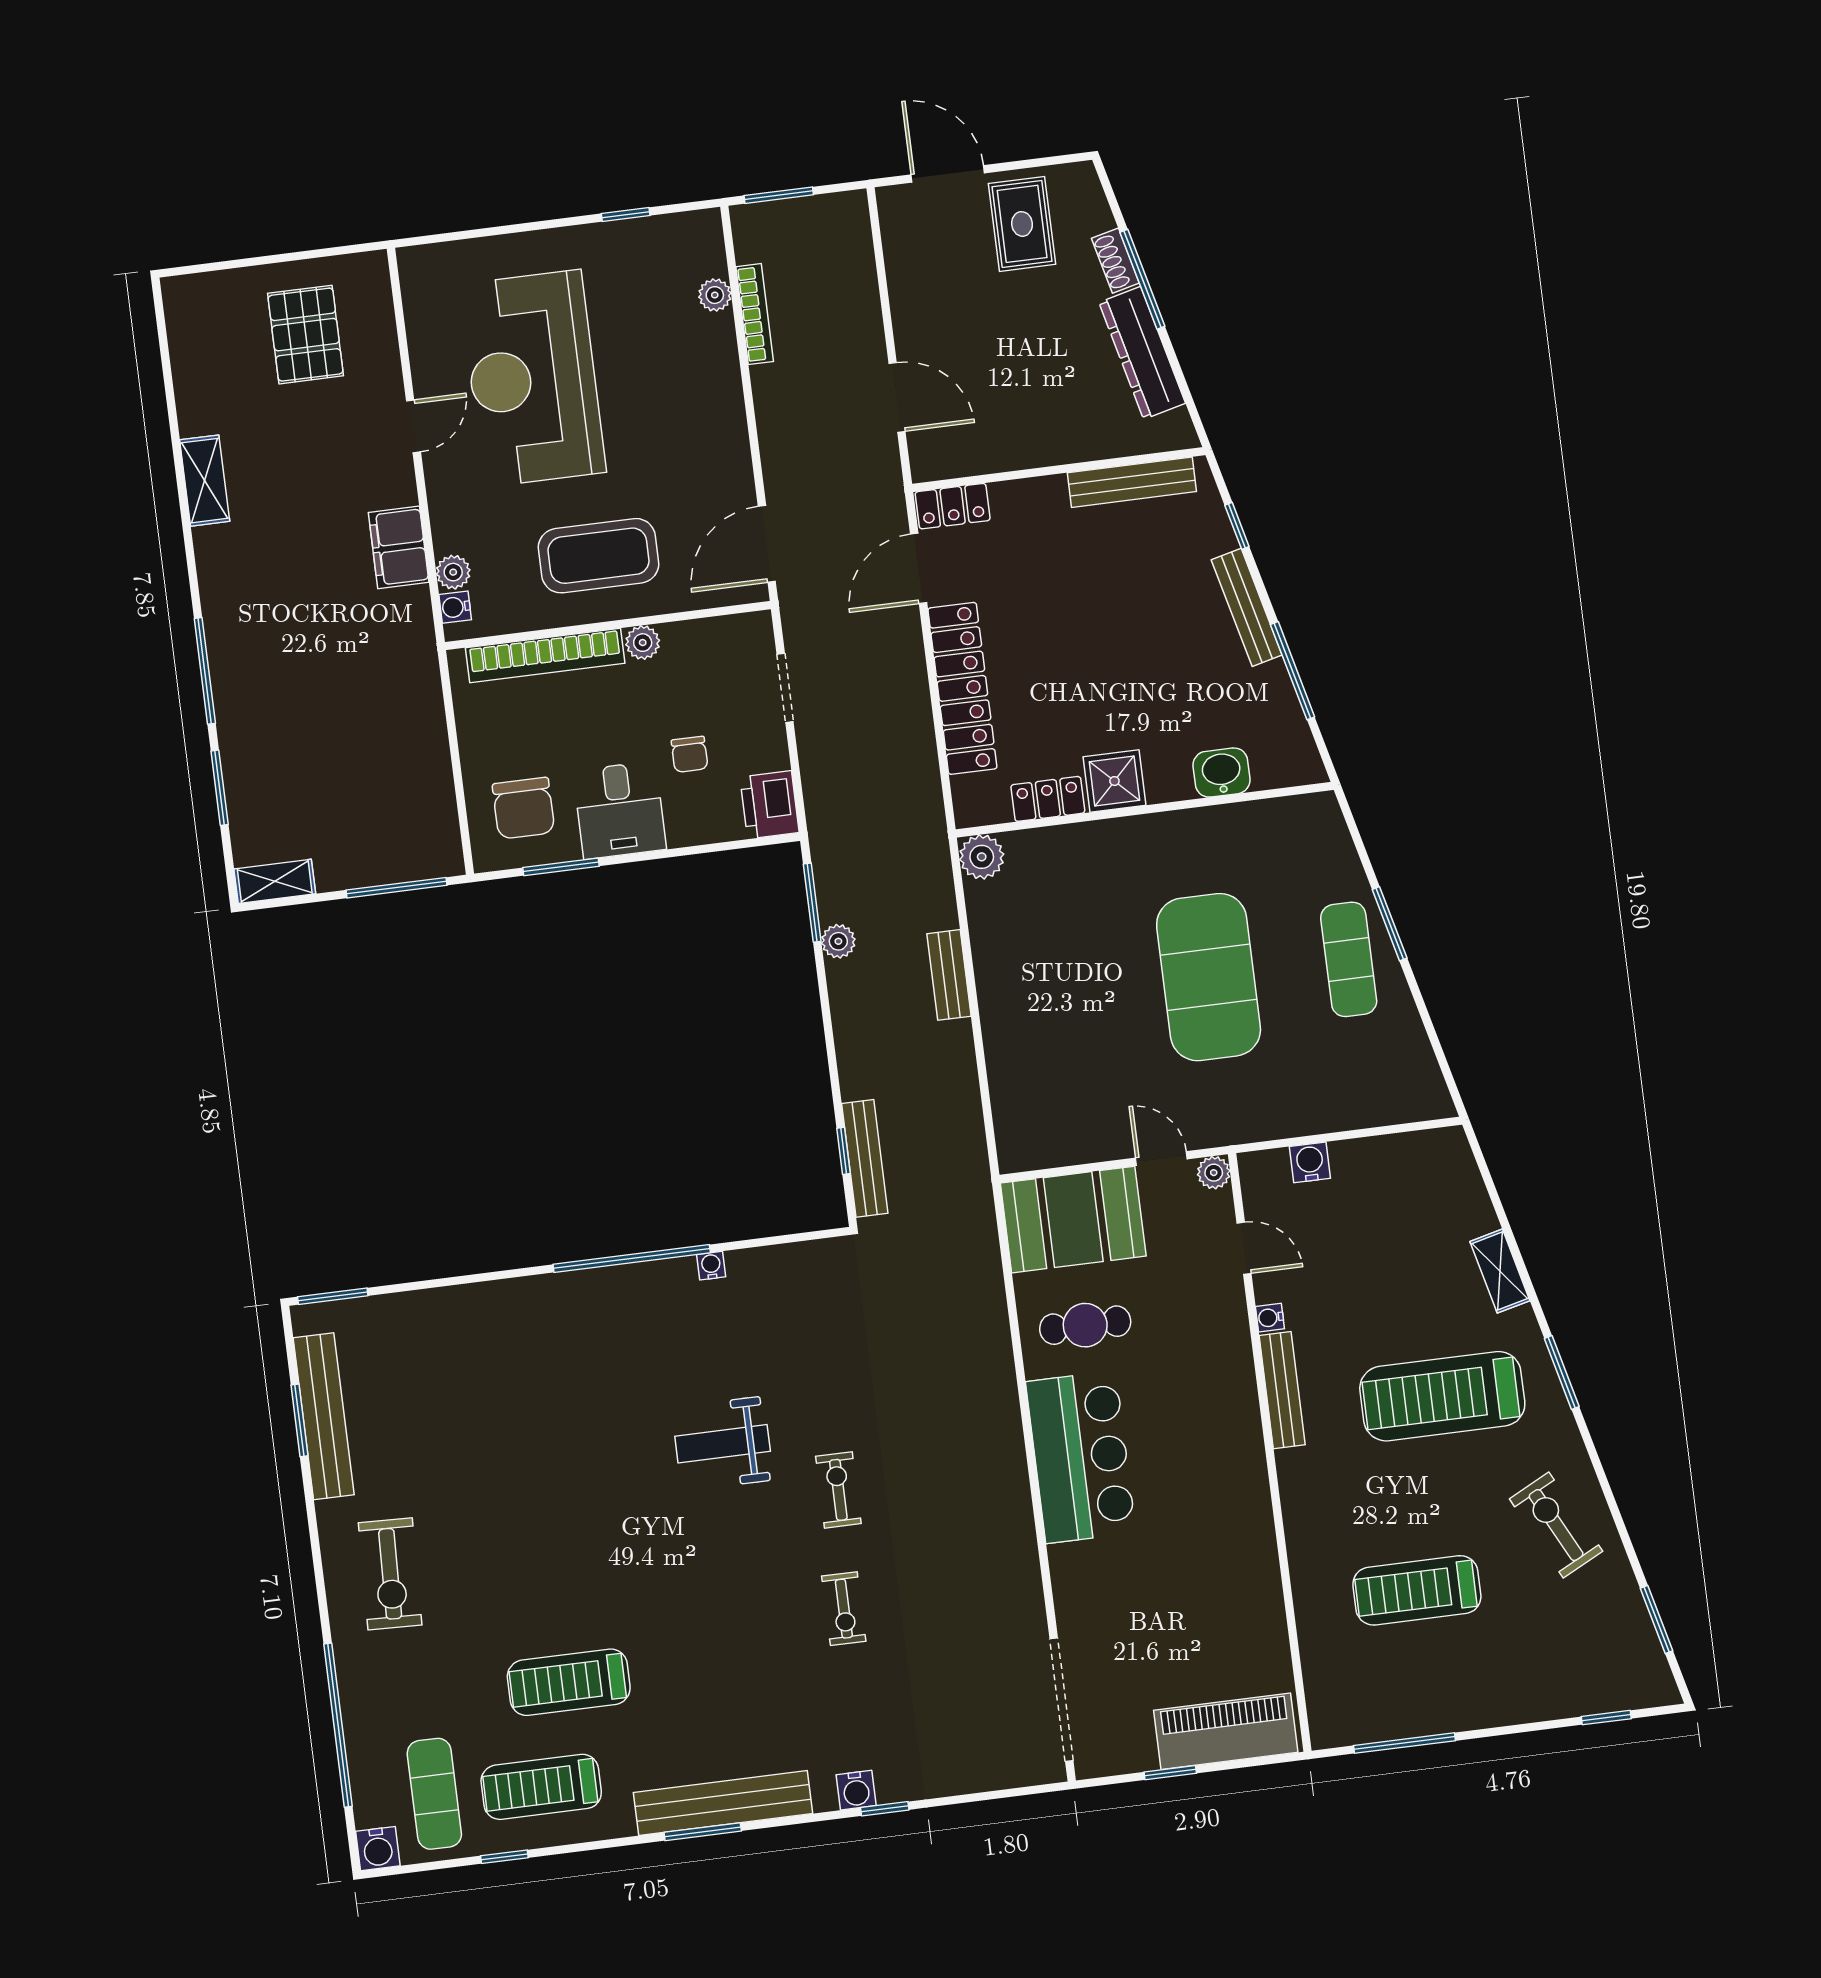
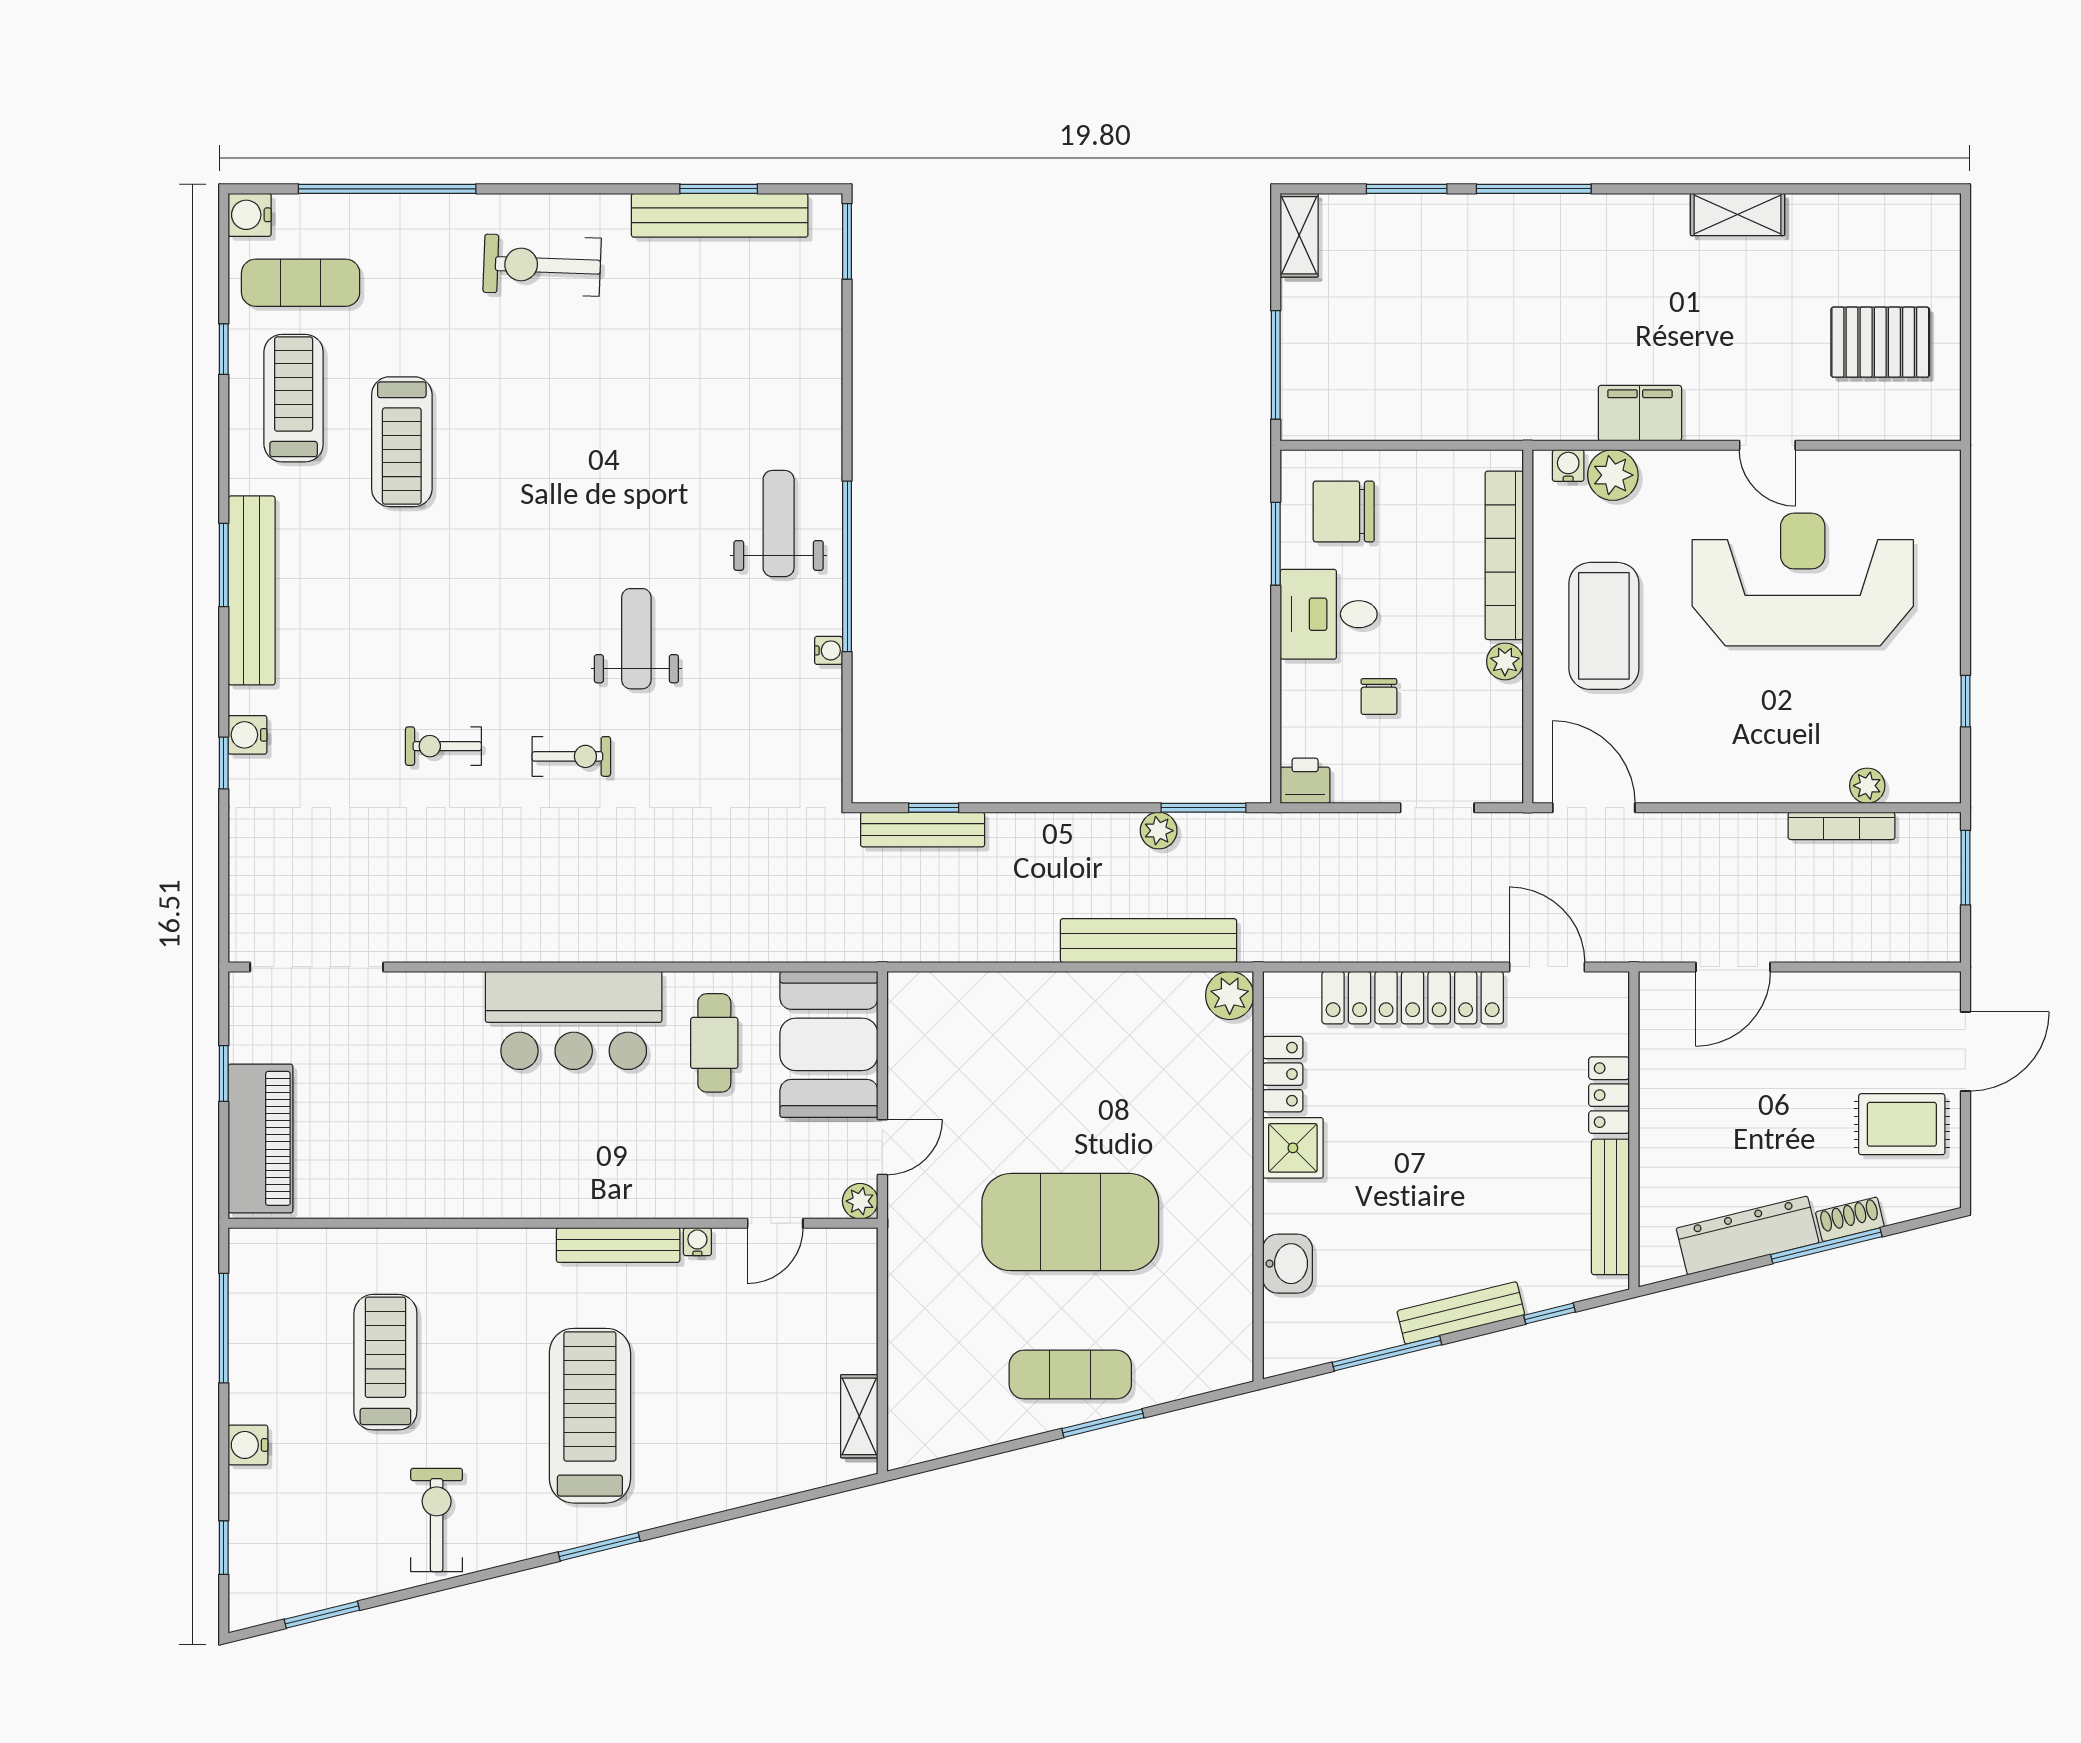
locker: (953, 506) -> (1609, 1095), moved
plant: (453, 572) -> (1613, 475), width x1.38, depth x1.38
chair: (690, 754) -> (1379, 697), turned -90
printer: (770, 805) -> (1305, 781), width x0.73, depth x0.81
bench: (949, 975) -> (1148, 941), width x1.86, depth x1.21
water cooler: (1310, 1162) -> (248, 1445), moved, turned 180
shelving: (1500, 1271) -> (859, 1416), moved, turned -76
weight bench: (600, 1326) -> (779, 524), added
exercise bike: (1556, 1525) -> (437, 1520), turned -63
treadmill: (569, 1682) -> (402, 442), turned 180

